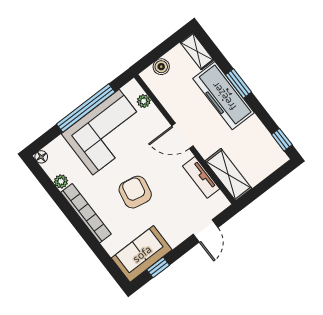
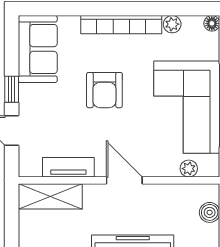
door: (182, 136) -> (124, 180), hinge flipped
armchair: (135, 192) -> (104, 90), turned 79
window: (158, 267) -> (12, 89), moved

